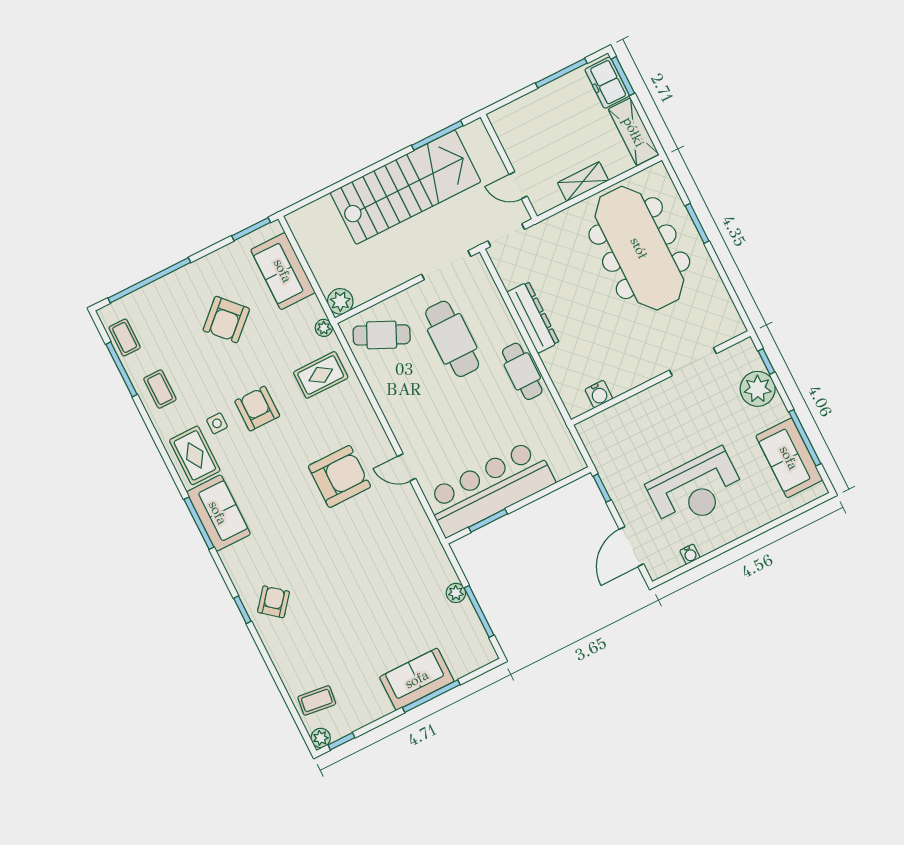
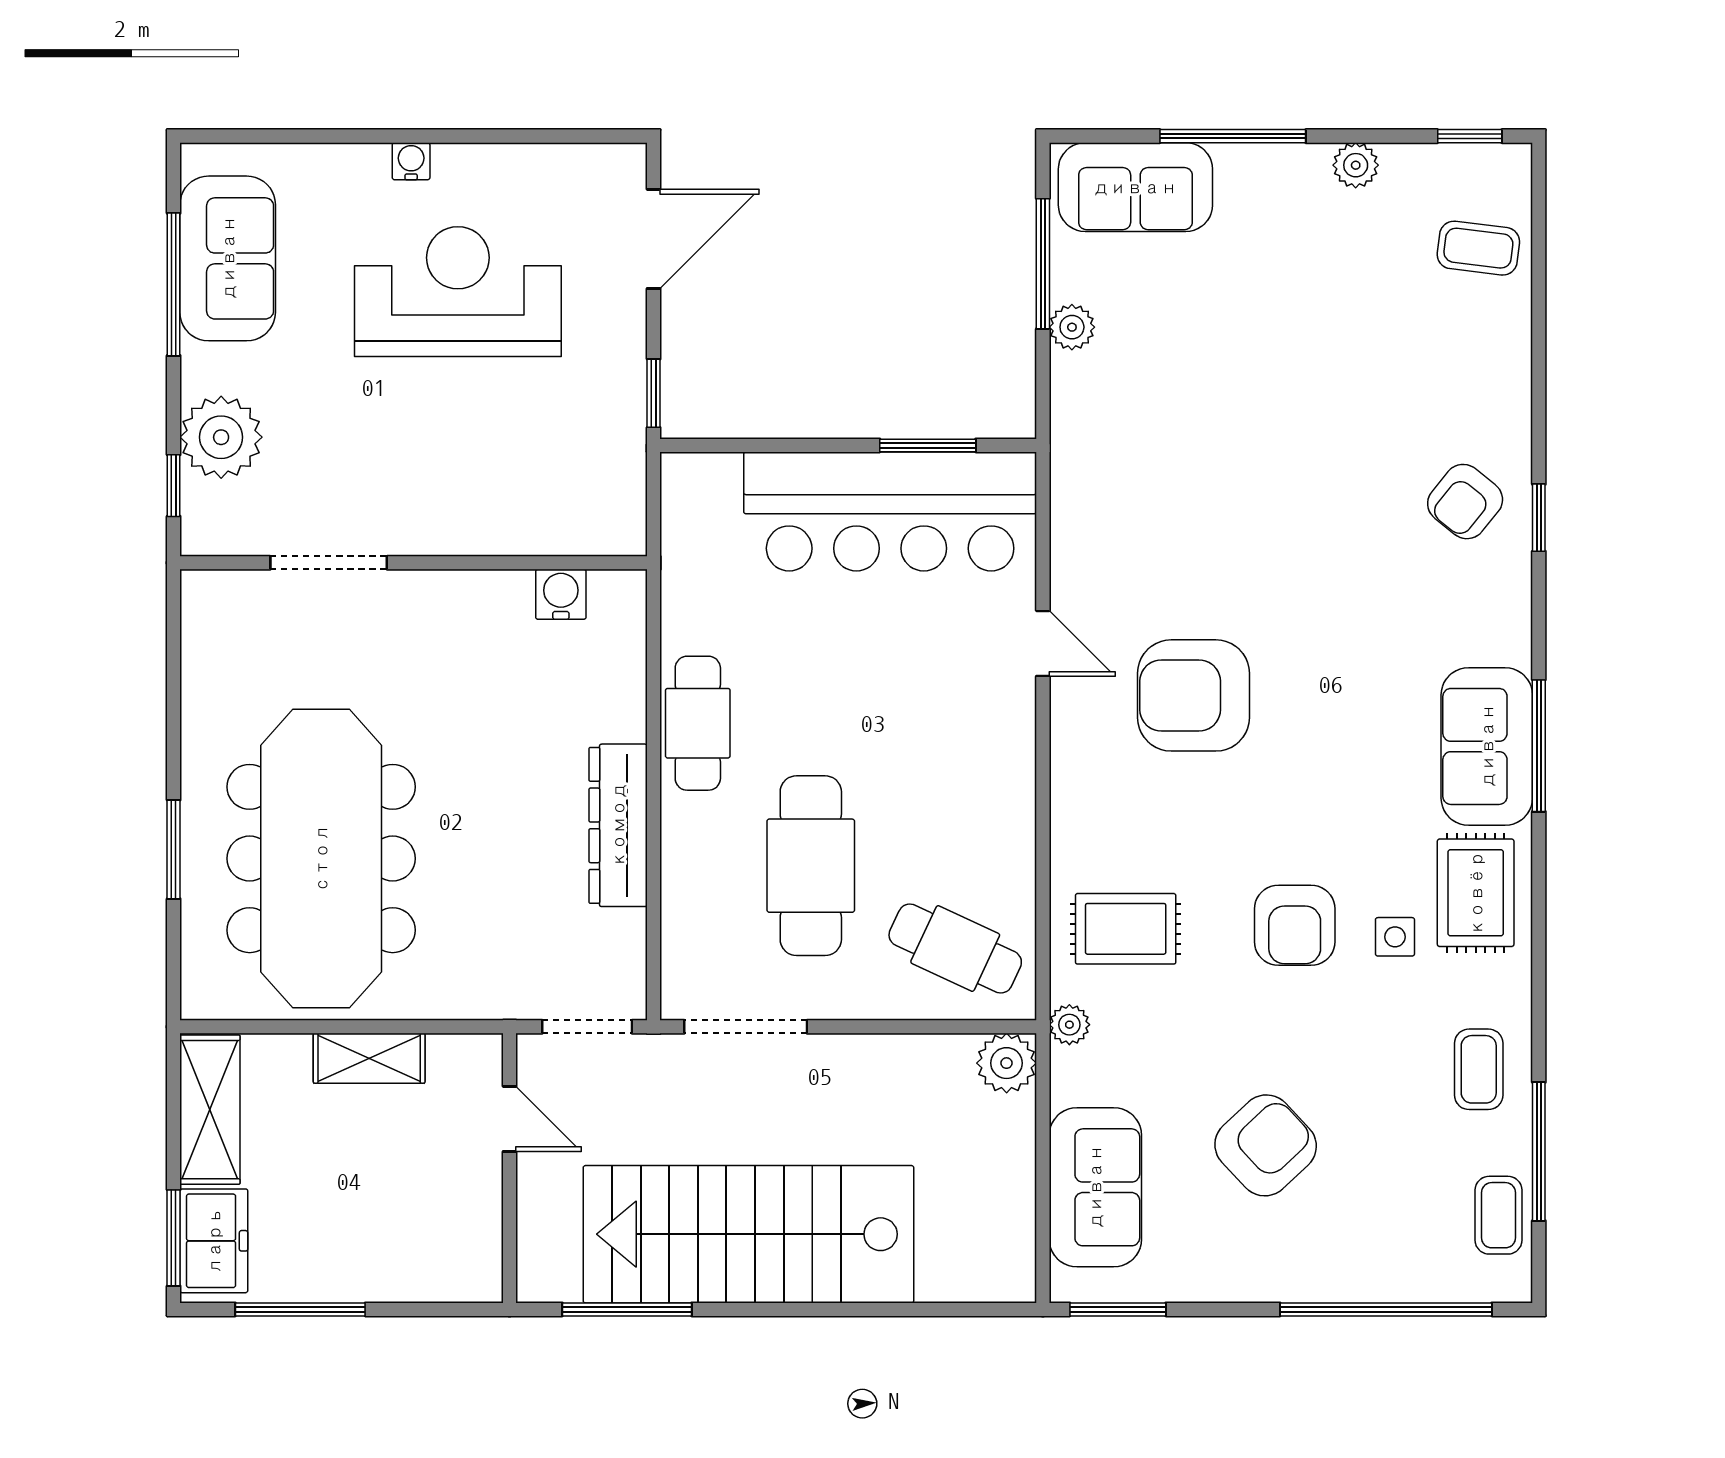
water cooler: (690, 554) -> (411, 161), moved
sofa: (417, 679) -> (1135, 187), moved
plant: (321, 738) -> (1356, 165), moved

